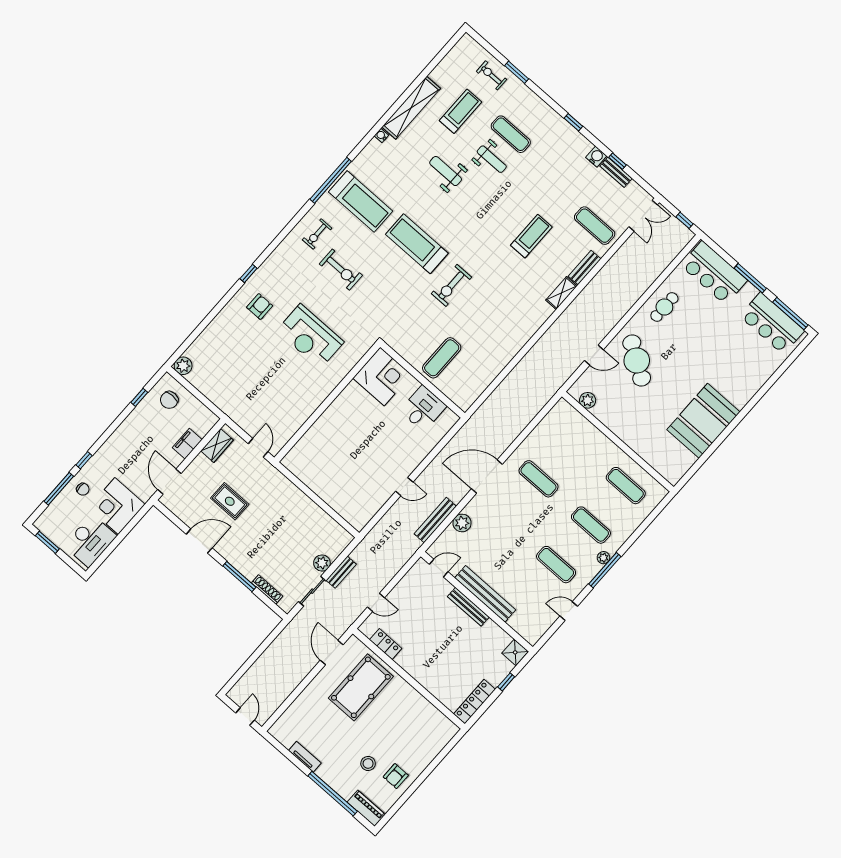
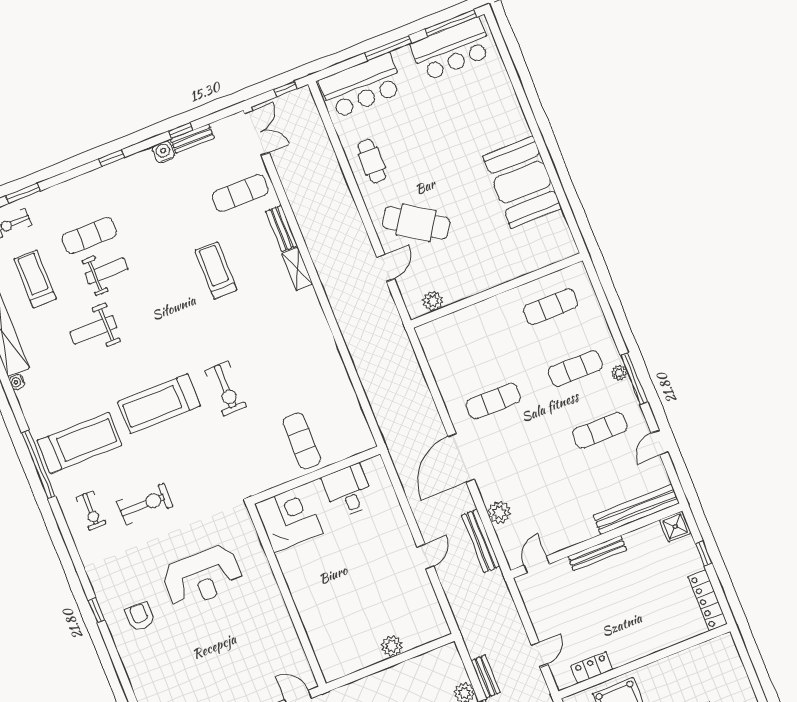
plant: (329, 495) -> (392, 646), added
bench: (485, 594) -> (636, 509), moved

